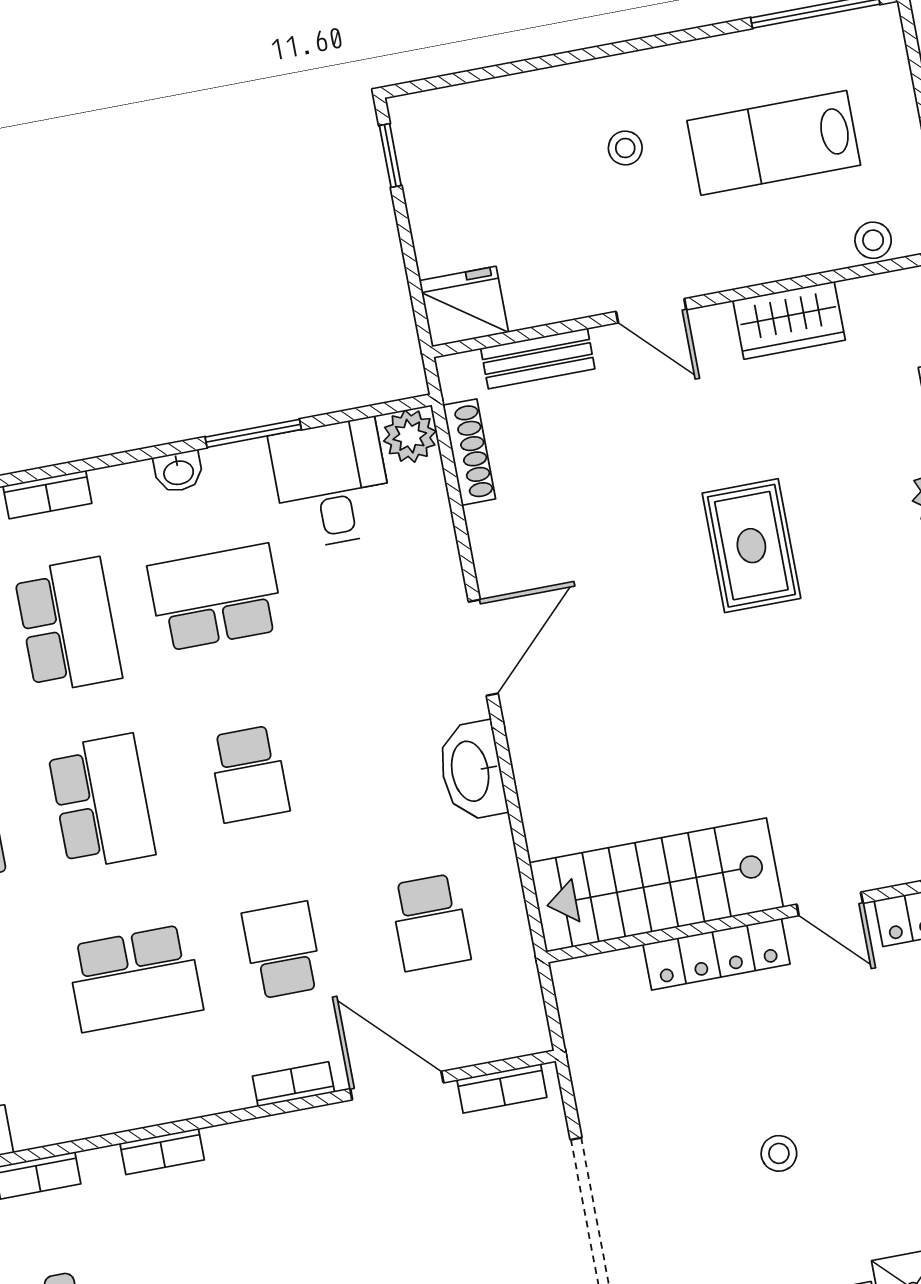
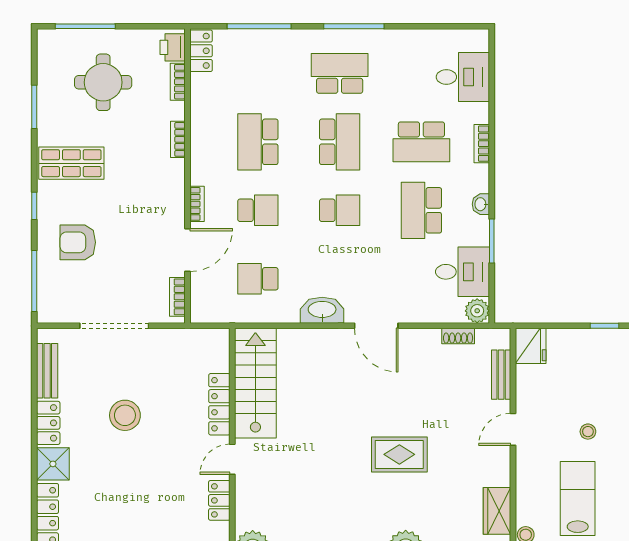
wardrobe: (789, 320) -> (497, 511), moved
shoe rack: (469, 452) -> (458, 336), width x0.70
school desk: (216, 597) -> (421, 210), turned 180
school desk: (249, 774) -> (340, 210), turned 180
school desk: (101, 802) -> (340, 142), turned -90
stool: (779, 1153) -> (125, 415), width x1.89, depth x1.89

